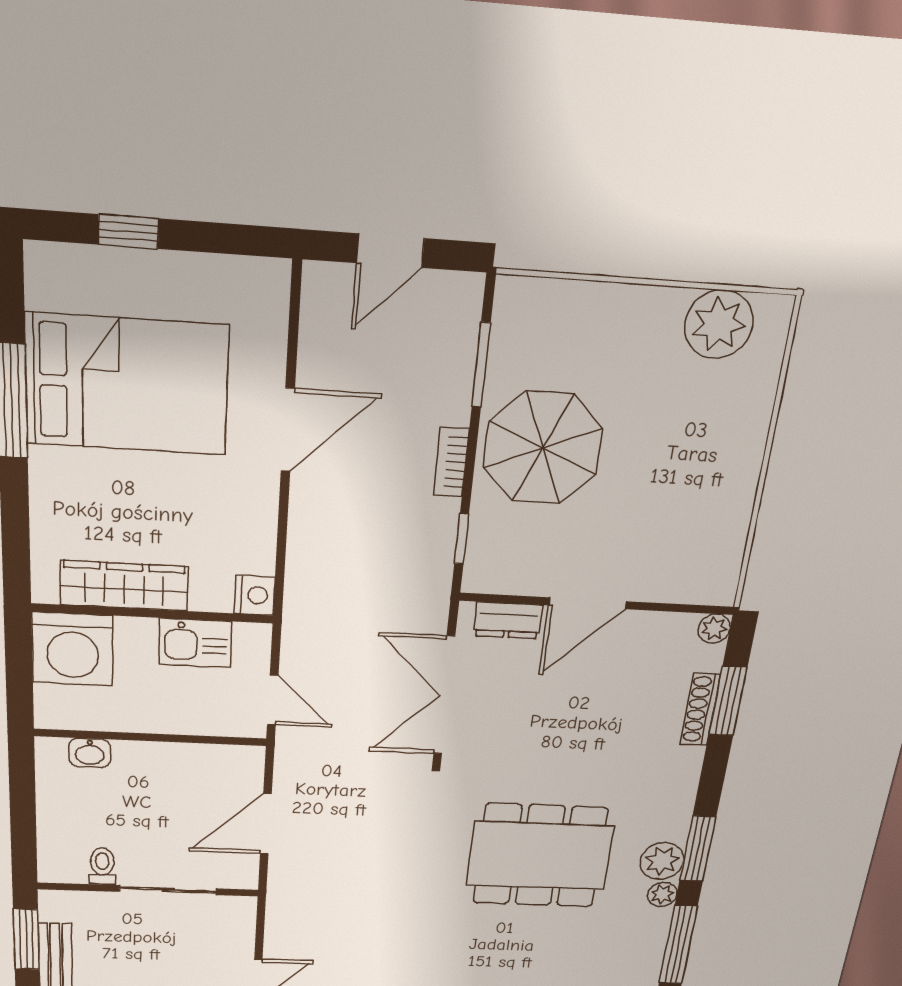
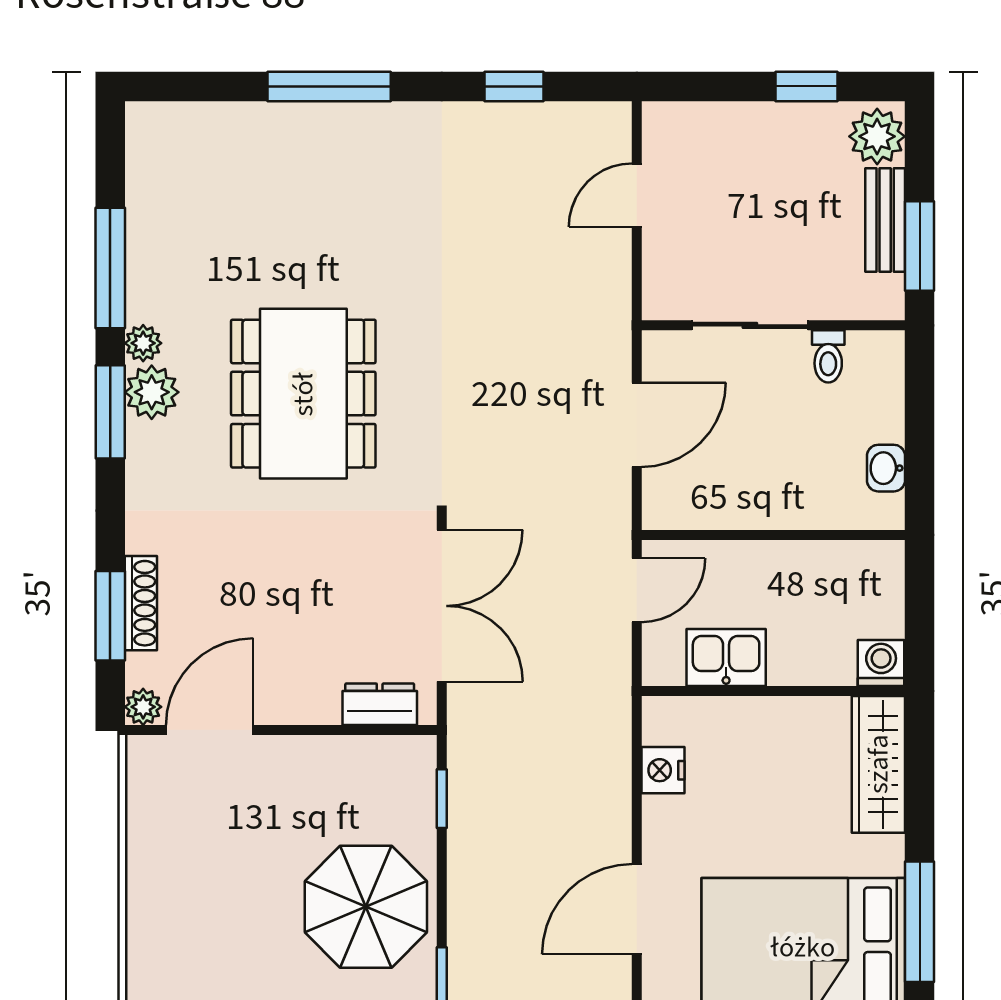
bookcase: (451, 462) -> (462, 885), removed
wardrobe: (124, 586) -> (878, 764), moved, turned 90
nightstand: (255, 595) -> (663, 770), moved
door: (588, 603) -> (210, 730), moved
washing machine: (73, 649) -> (881, 663), width x0.53, depth x0.53
door: (273, 700) -> (637, 590), swing flipped
washbasin: (90, 753) -> (886, 468), moved, turned -90
dining table: (540, 856) -> (303, 394), turned 90

